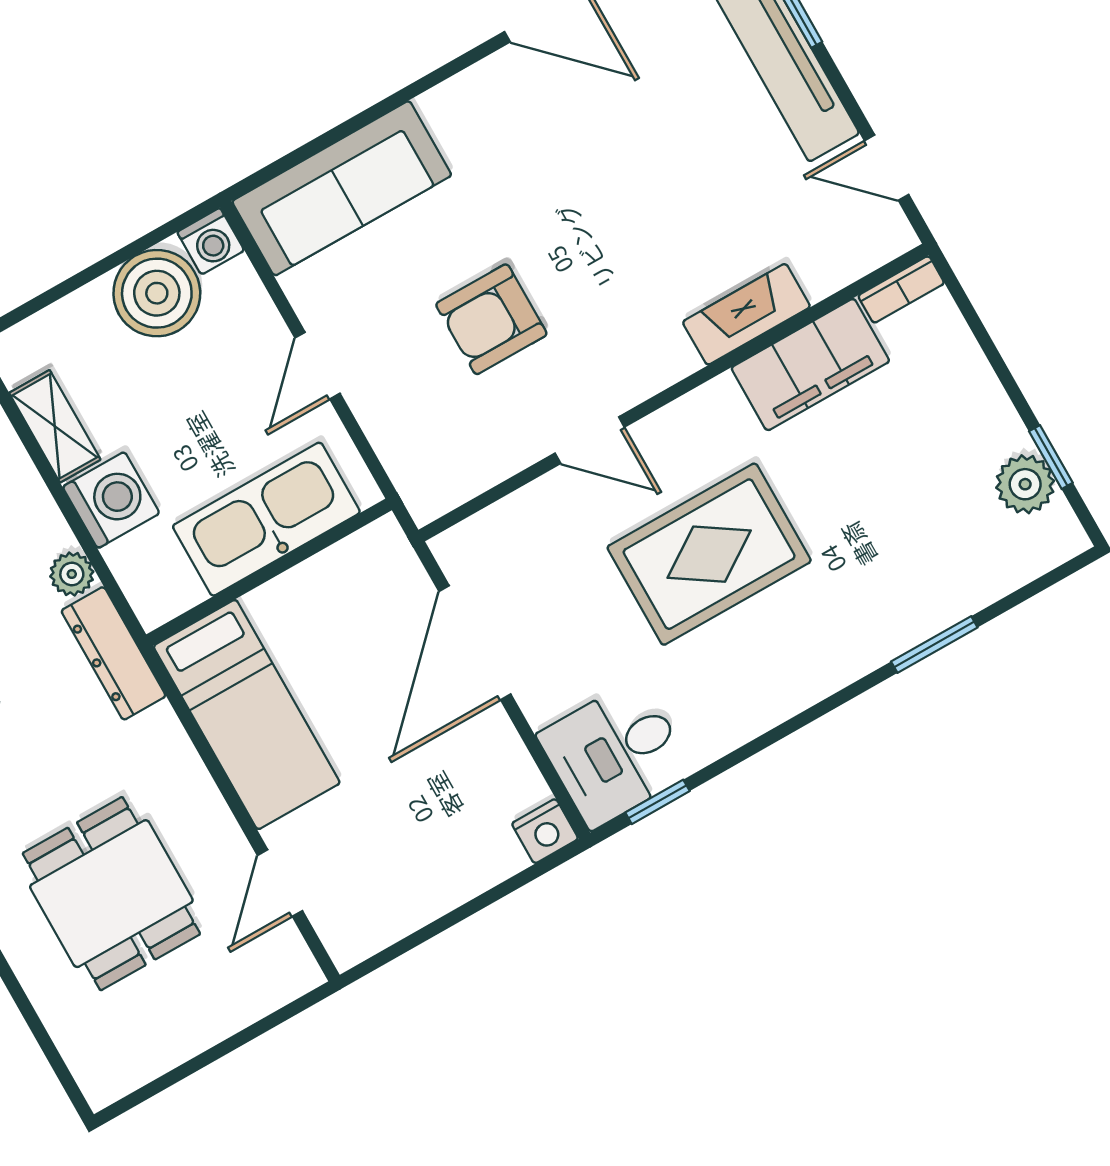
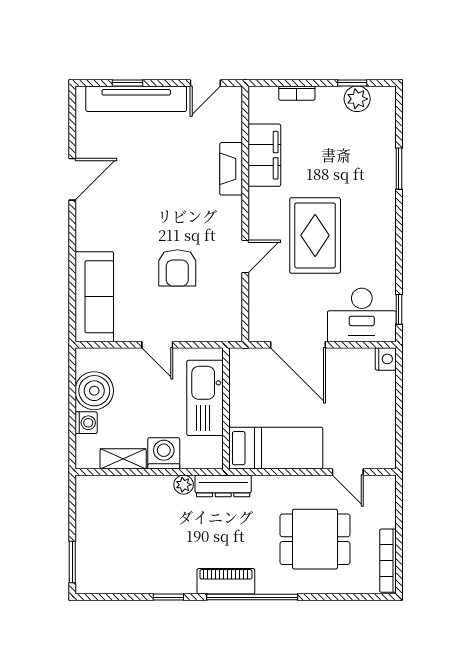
washing machine: (211, 241) -> (86, 423), moved
bookcase: (901, 289) -> (297, 93), moved, turned 90
desk: (615, 753) -> (362, 315), width x1.37
bookcase: (151, 1061) -> (388, 561), added

